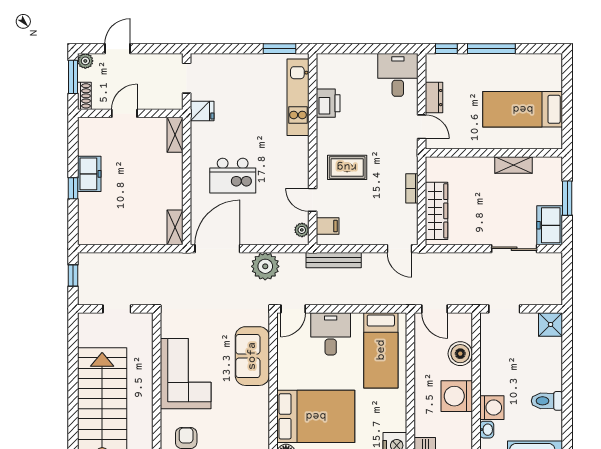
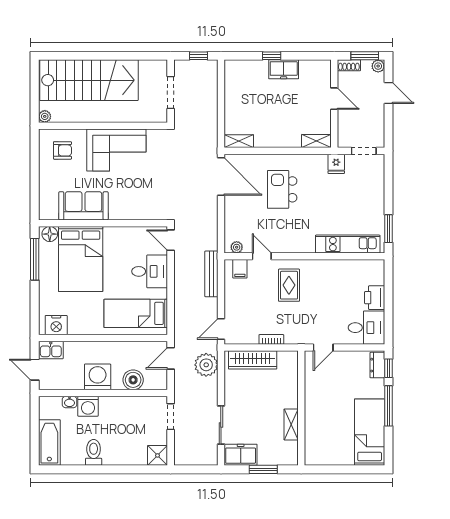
dresser: (434, 98) -> (377, 365), moved, turned 90
printer: (328, 103) -> (375, 298), moved, turned 90
bed: (523, 109) -> (370, 432), moved
door: (313, 200) -> (262, 256), hinge flipped
plant: (265, 266) -> (206, 365), moved
doorway: (117, 309) -> (171, 92), width x1.38
sofa: (252, 356) -> (83, 206), moved

